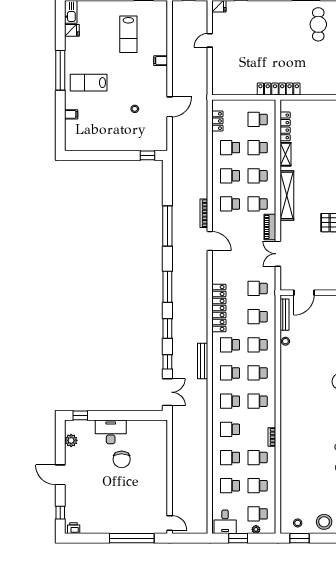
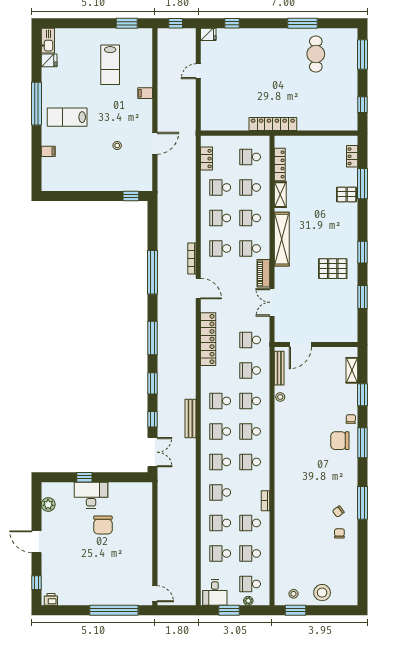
locker: (219, 308) -> (208, 339), moved
window: (80, 415) -> (84, 477), moved

